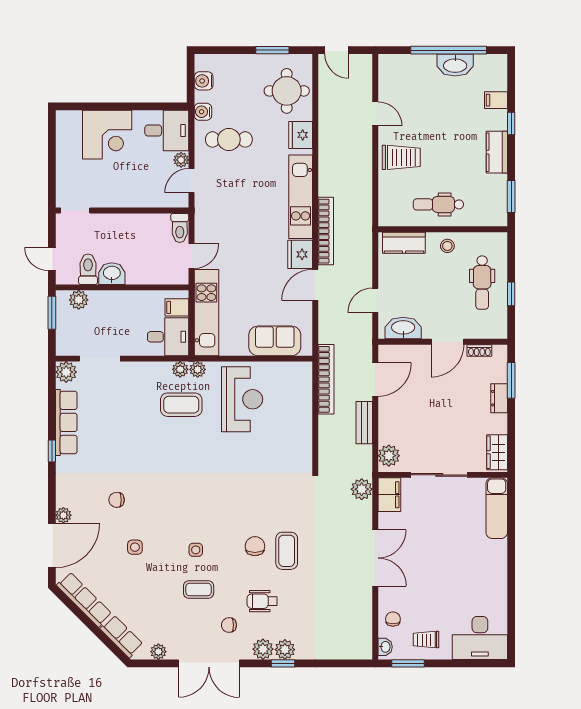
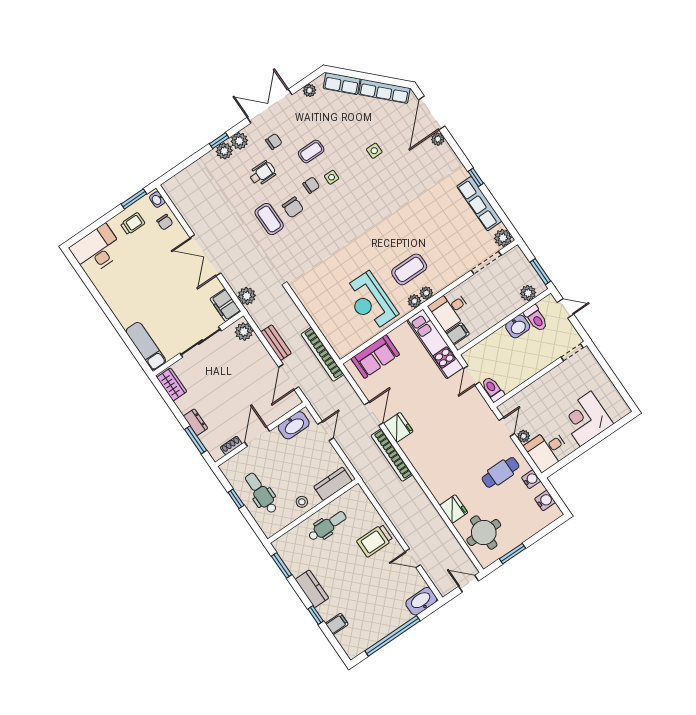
washbasin: (455, 65) -> (421, 601), moved
kitchen unit: (301, 197) -> (425, 467), removed
chair: (117, 500) -> (311, 185), moved

